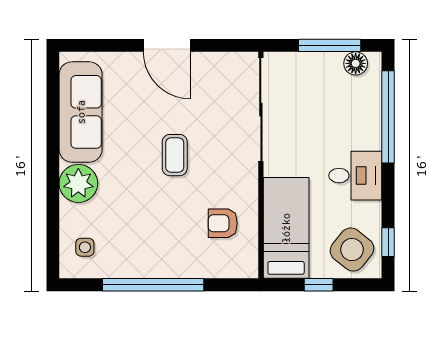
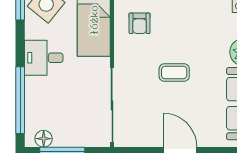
coffee table: (175, 155) -> (174, 73), turned 90
armchair: (223, 223) -> (140, 23), turned 90

